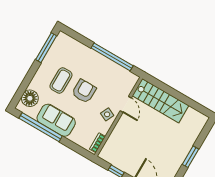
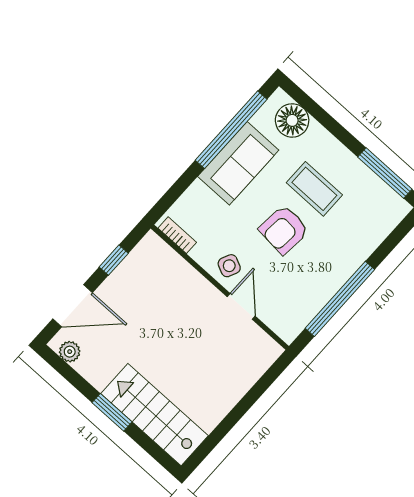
armchair: (84, 91) -> (284, 230), turned 95
stairs: (161, 101) -> (154, 415), moved, turned 90
door: (126, 104) -> (241, 306), swing flipped

